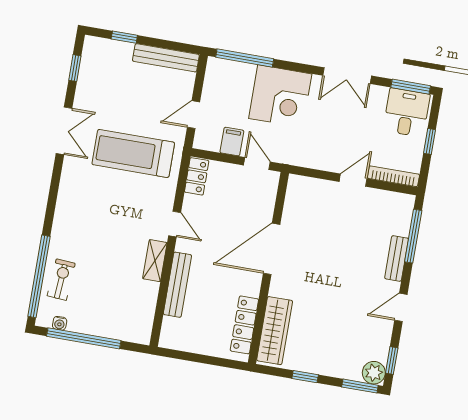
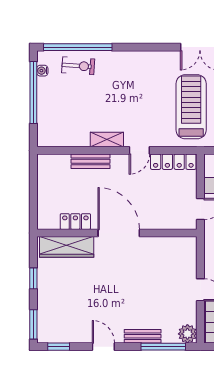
locker: (197, 176) -> (173, 162), width x1.53
door: (272, 249) -> (119, 233), moved
bench: (177, 285) -> (90, 161), width x0.73
locker: (244, 325) -> (75, 222), width x0.66
plant: (374, 373) -> (187, 334), moved

